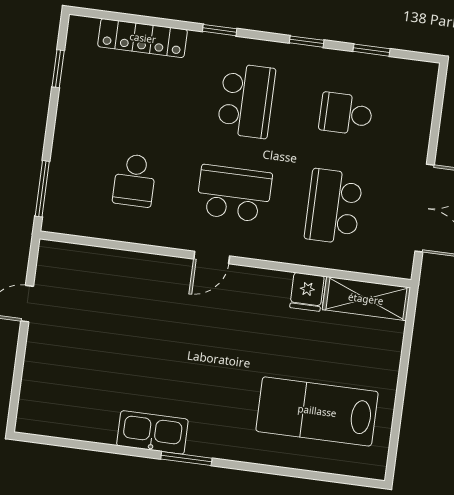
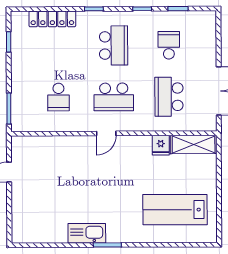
school desk: (346, 114) -> (169, 45), turned 90
school desk: (234, 193) -> (114, 97), turned 180

